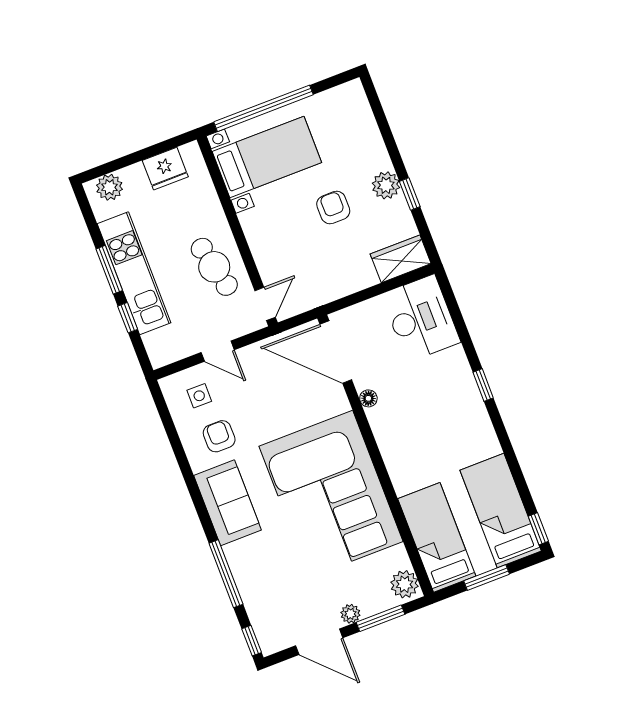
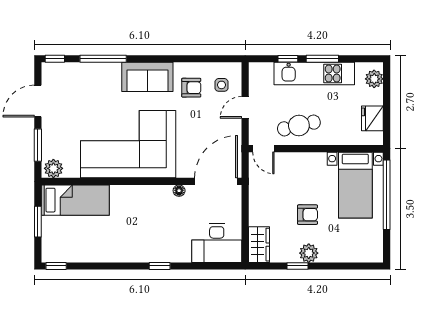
bed: (501, 511) -> (77, 247), removed
plant: (350, 614) -> (48, 127), removed

